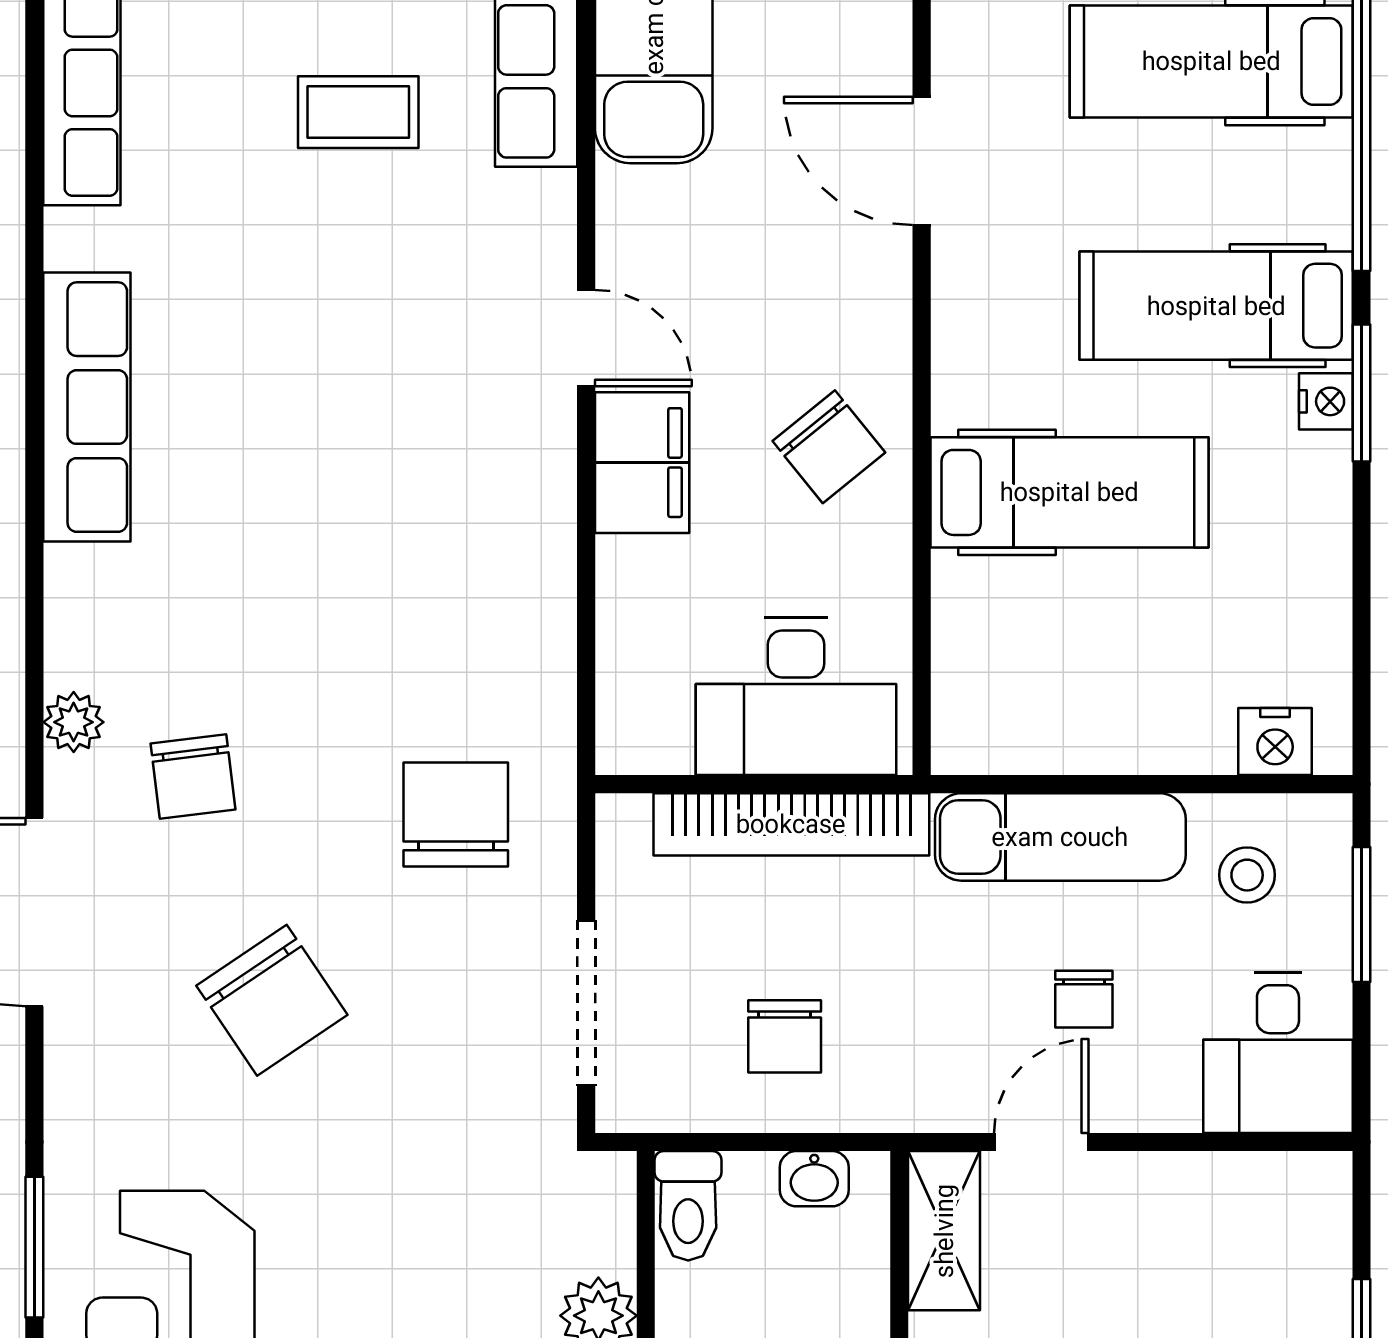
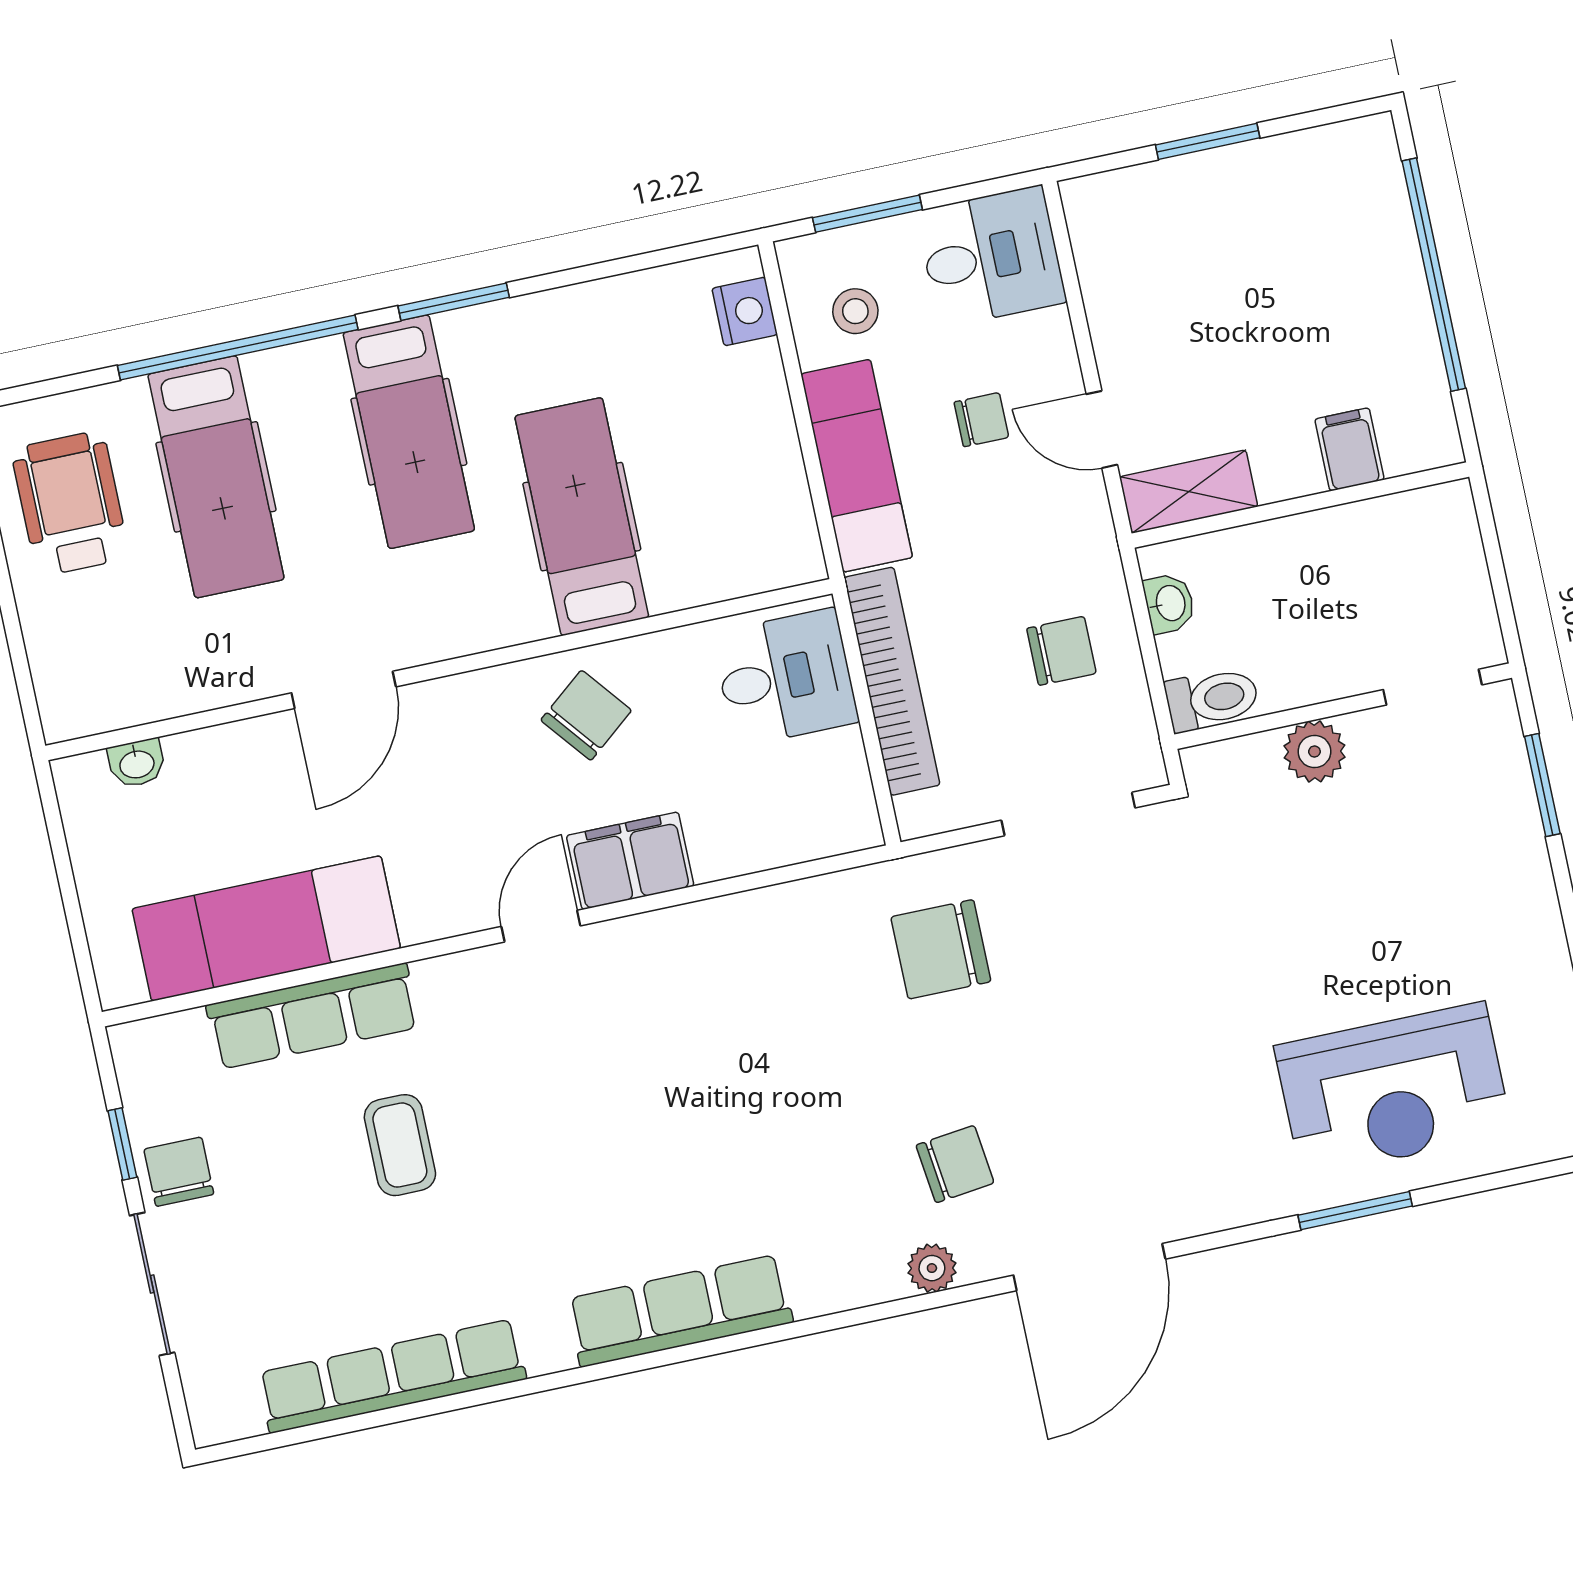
nightstand: (1326, 401) -> (466, 329), removed
desk: (796, 696) -> (785, 678), width x0.73
chair: (272, 1000) -> (1119, 1064), removed

